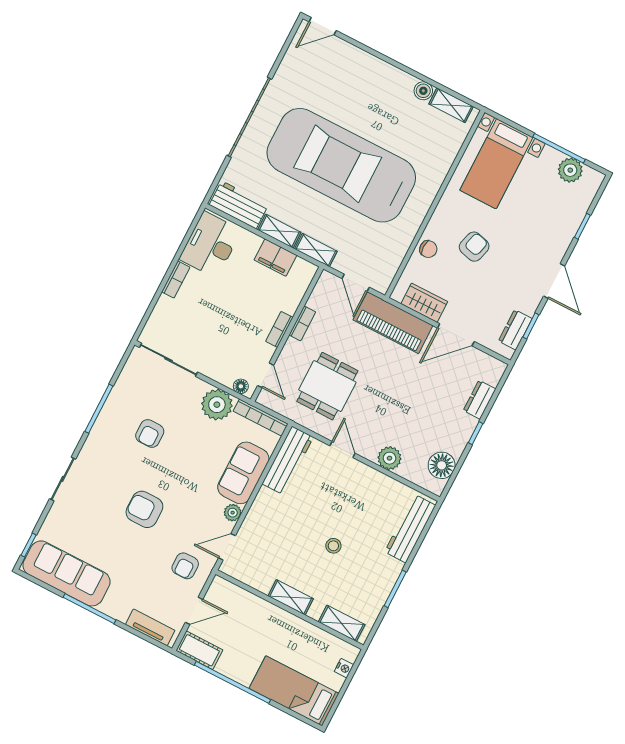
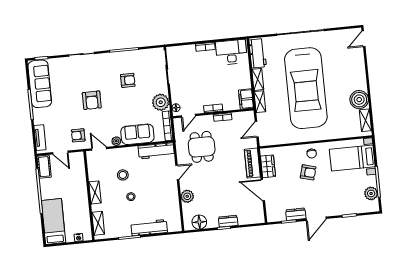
door: (323, 26) -> (363, 39), hinge flipped
boiler: (423, 91) -> (359, 100), width x1.86, depth x1.86
car: (341, 165) -> (306, 88), turned 180
chair: (428, 249) -> (312, 154), moved
filing cabinet: (275, 258) -> (246, 99), moved
piano: (393, 323) -> (252, 163), width x0.73, depth x0.75
dresser: (515, 330) -> (296, 214), moved
dining table: (327, 386) -> (202, 147), turned 90
dresser: (480, 400) -> (228, 221), moved
armchair: (150, 434) -> (128, 80), turned 180
armchair: (144, 509) -> (92, 100), turned 180
workbench: (410, 529) -> (149, 228), moved
stool: (292, 536) -> (123, 175), added

